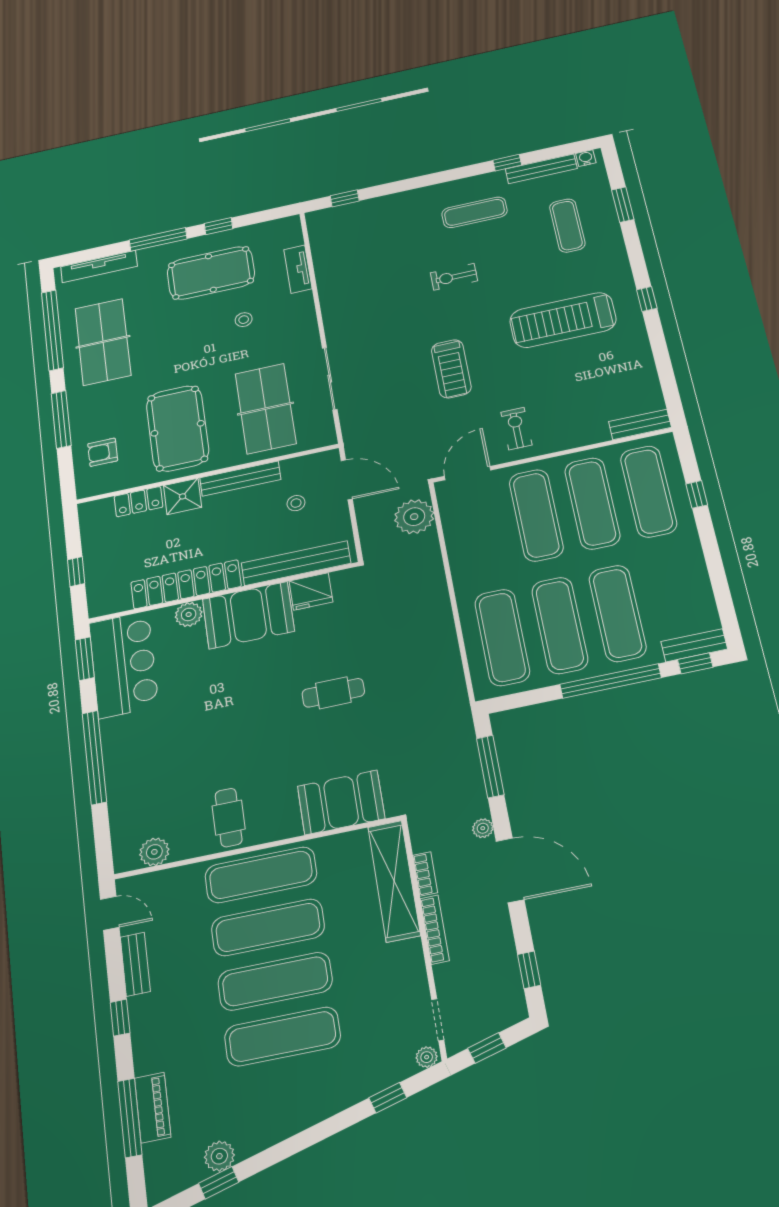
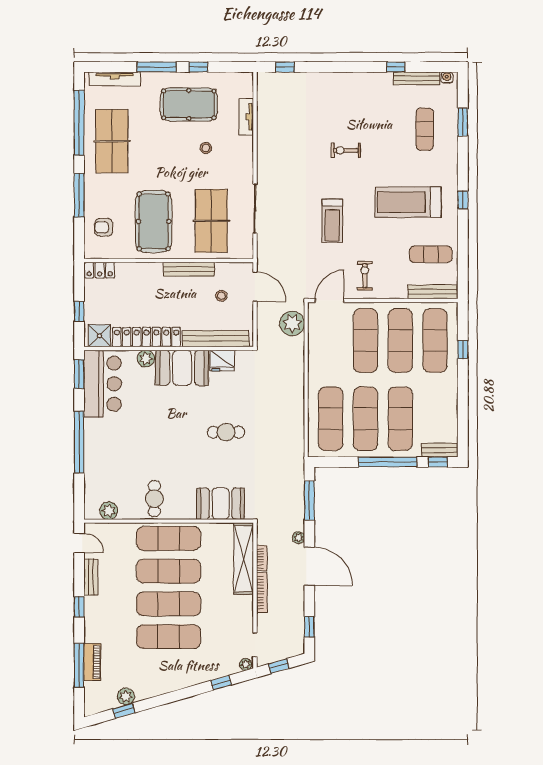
exercise mat: (474, 212) -> (431, 254), moved
bench: (640, 424) -> (433, 292), width x1.36
shower: (183, 496) -> (99, 336), moved
locker: (139, 502) -> (100, 270), moved

